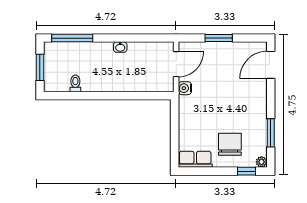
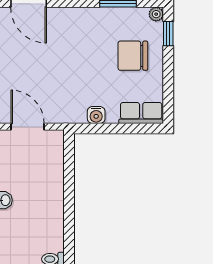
water cooler: (185, 88) -> (96, 115), moved
row of seats: (195, 159) -> (141, 113), moved, turned 90

